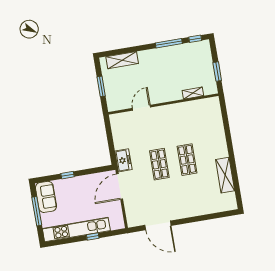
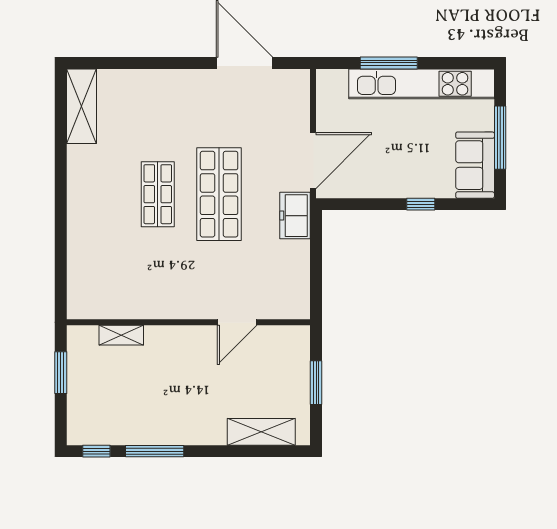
shop shelf: (159, 164) -> (219, 194), width x1.43, depth x1.36
shelving: (225, 175) -> (81, 106), moved
window: (93, 236) -> (389, 63), width x2.17

